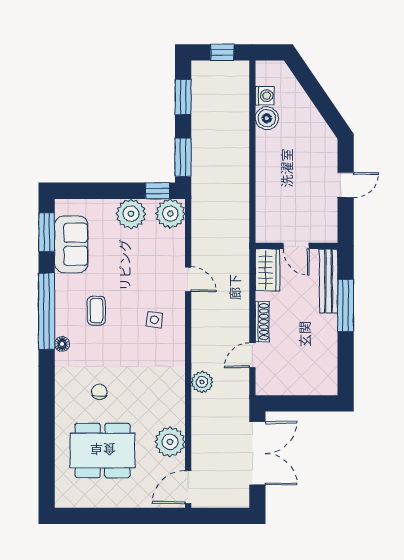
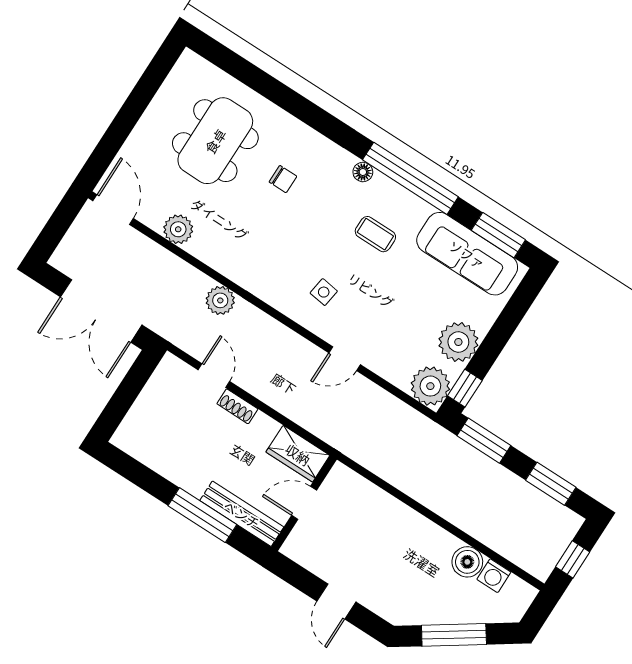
window: (319, 97) -> (454, 635), added
sofa: (71, 244) -> (467, 254), width x1.36
shoe rack: (262, 322) -> (237, 406), width x0.70
plant: (170, 442) -> (178, 229), width x0.73, depth x0.73

